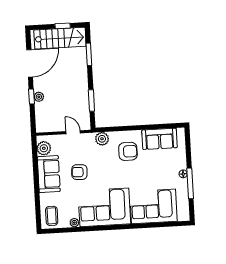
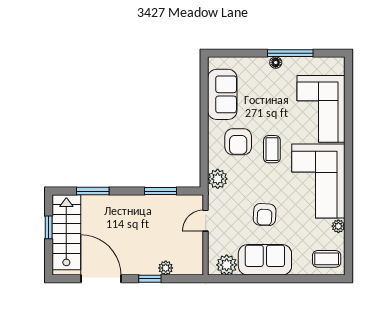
plant: (39, 97) -> (166, 268), moved
armchair: (128, 151) -> (238, 142), turned 180
coffee table: (124, 175) -> (272, 149), added

